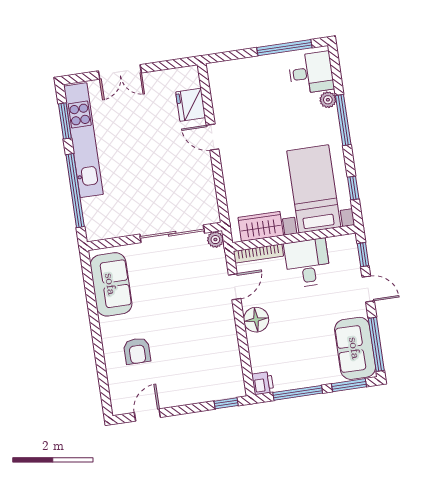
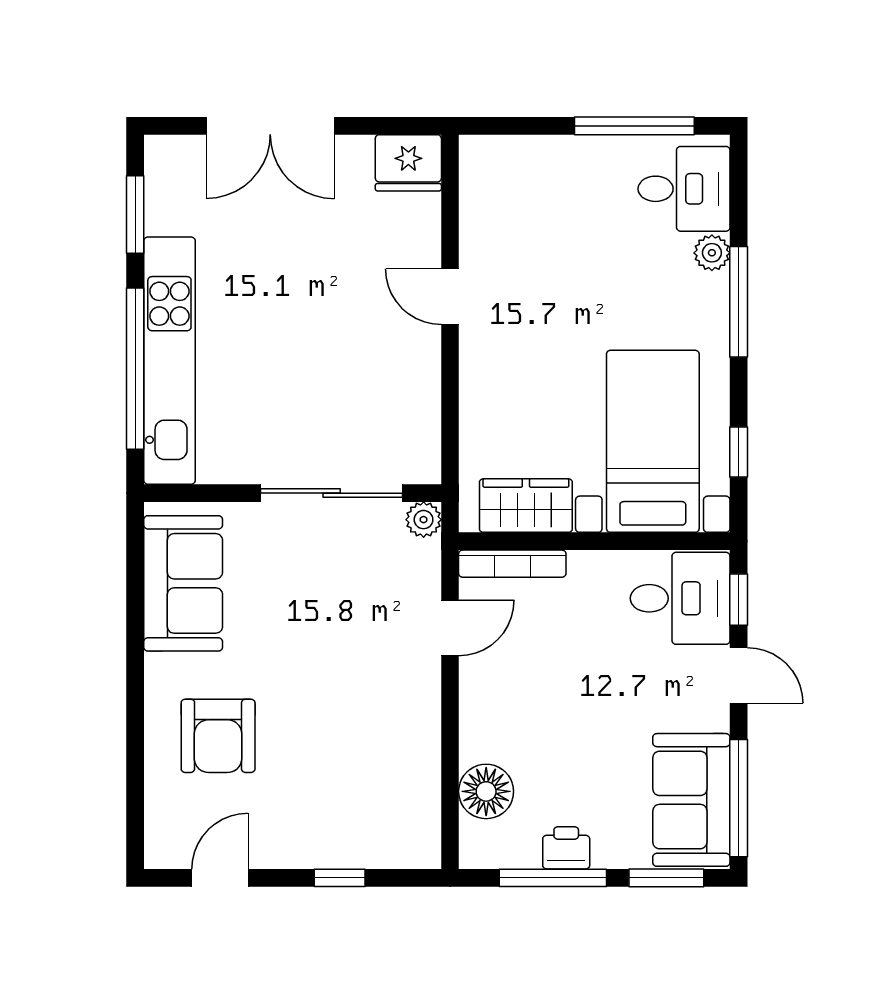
double door: (120, 72) -> (270, 126), width x1.37
fridge: (191, 105) -> (408, 163), moved, turned -90
kitchen unit: (83, 140) -> (169, 361), moved
desk: (307, 263) -> (680, 598), moved, turned 90
floor lamp: (256, 320) -> (486, 791), moved
armchair: (137, 351) -> (218, 736), width x1.38, depth x1.38
printer: (263, 383) -> (566, 848), moved, turned -90
window: (226, 403) -> (340, 878), moved

